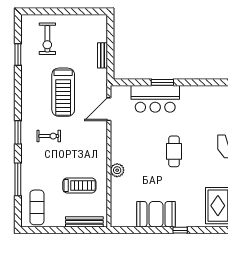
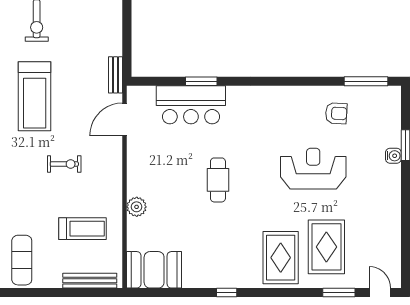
bench: (102, 55) -> (116, 75), moved
treadmill: (63, 92) -> (35, 96), moved
exercise bike: (49, 136) -> (64, 164), moved
booth: (156, 214) -> (154, 270), moved

